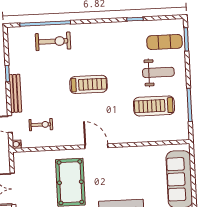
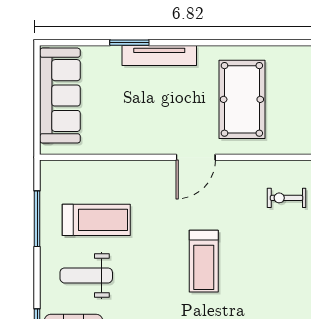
treadmill: (88, 84) -> (204, 261), turned -90
door: (96, 146) -> (196, 157), hinge flipped

